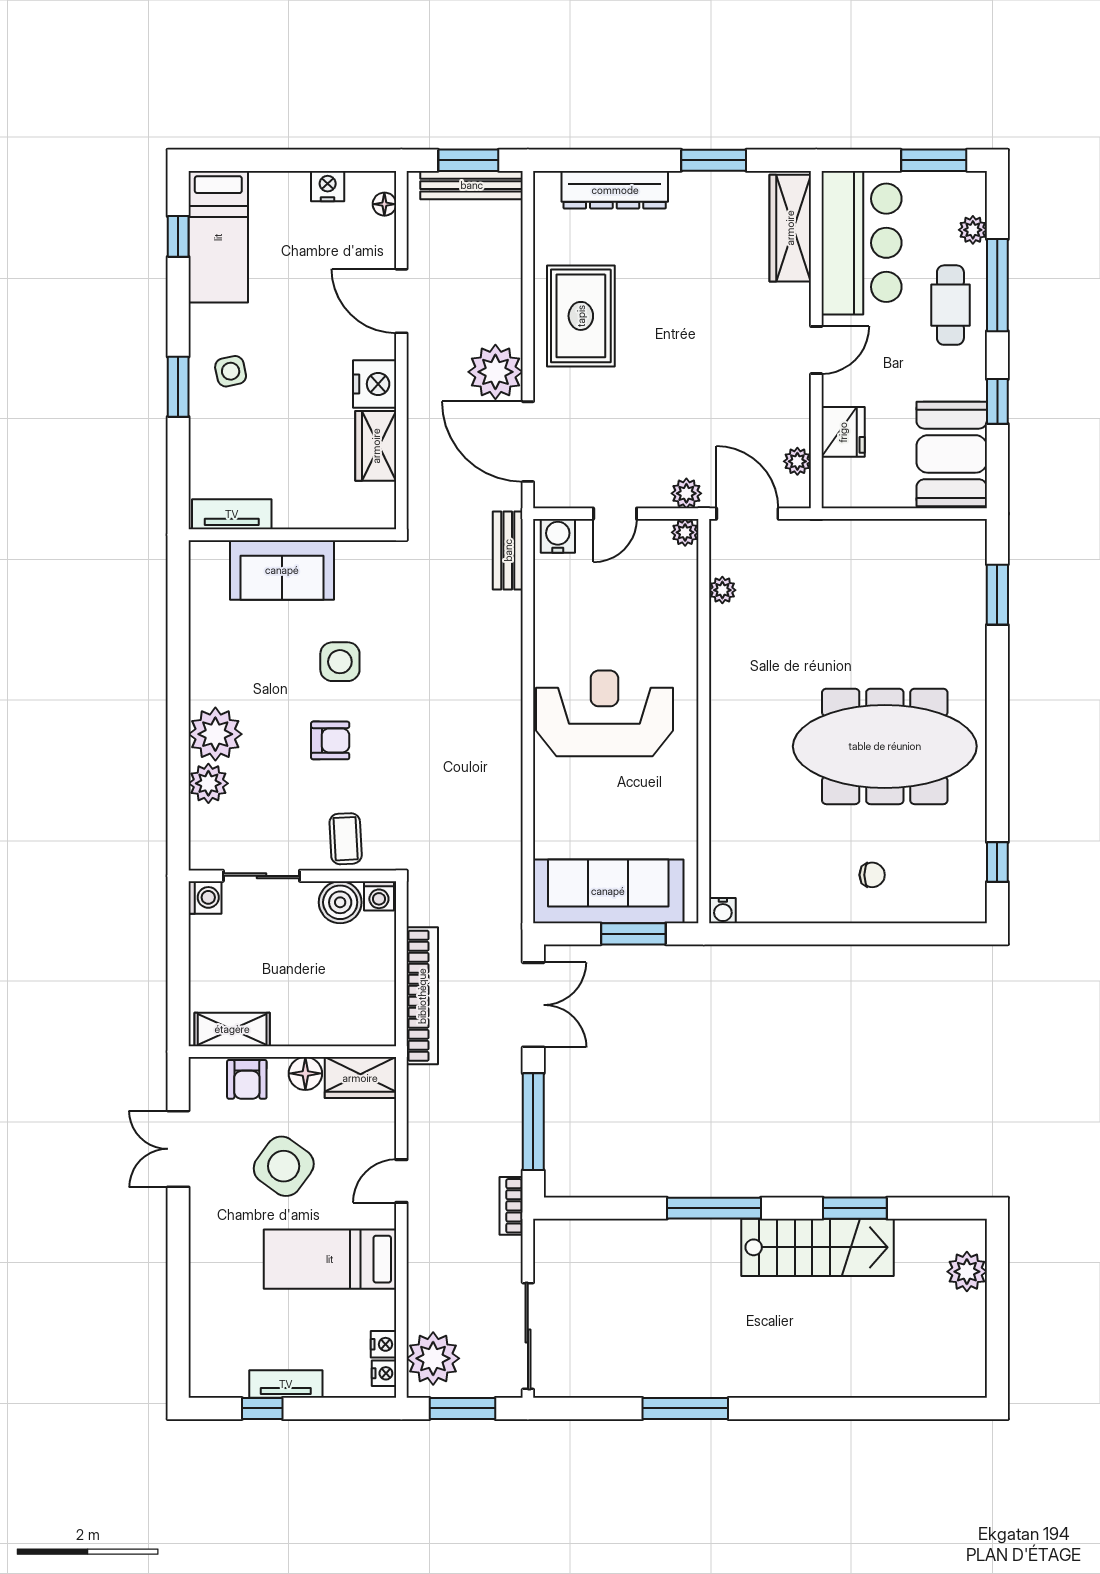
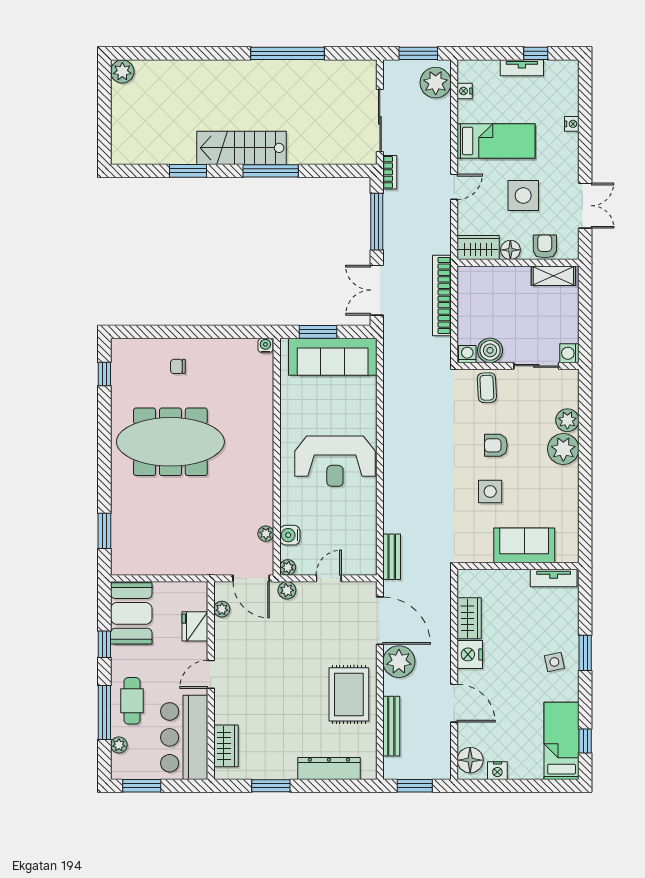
bench: (472, 185) -> (391, 726), moved, turned 90
floor lamp: (384, 204) -> (470, 760), width x1.89, depth x1.89
wardrobe: (790, 228) -> (226, 746), width x0.67
water cooler: (558, 536) -> (290, 535), moved, turned 90
side table: (284, 1166) -> (523, 196), turned -36
stairs: (818, 1247) -> (242, 148), moved
plant: (967, 1272) -> (122, 72), moved
sliding door: (528, 1336) -> (380, 120), moved
nightstand: (384, 1373) -> (572, 124), moved, turned 180
window: (685, 1408) -> (288, 53), width x1.46

